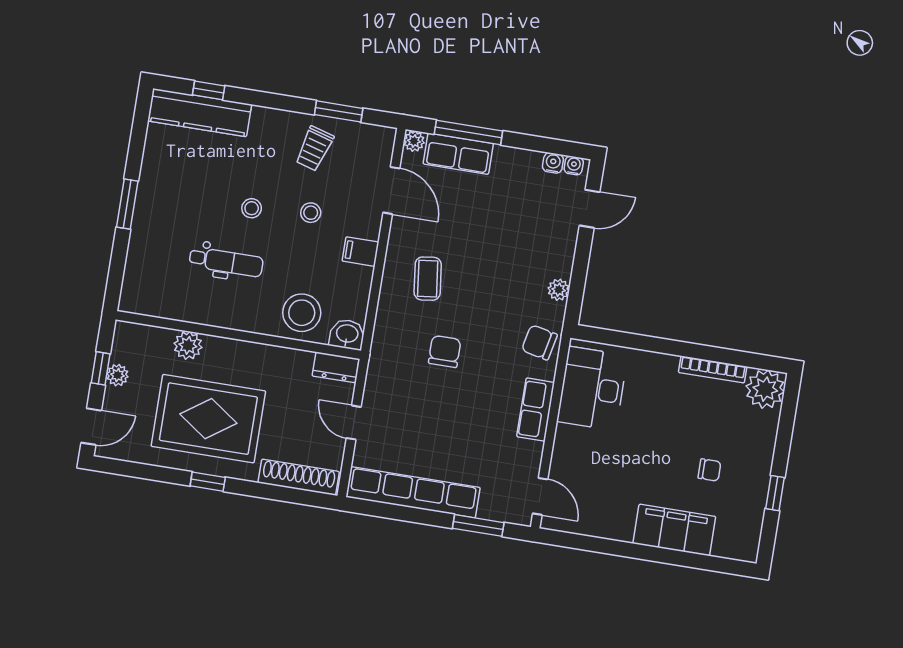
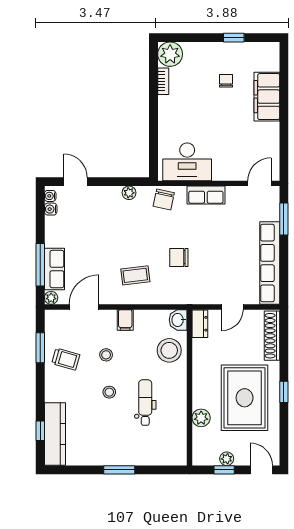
bookcase: (713, 369) -> (163, 81), width x0.64

